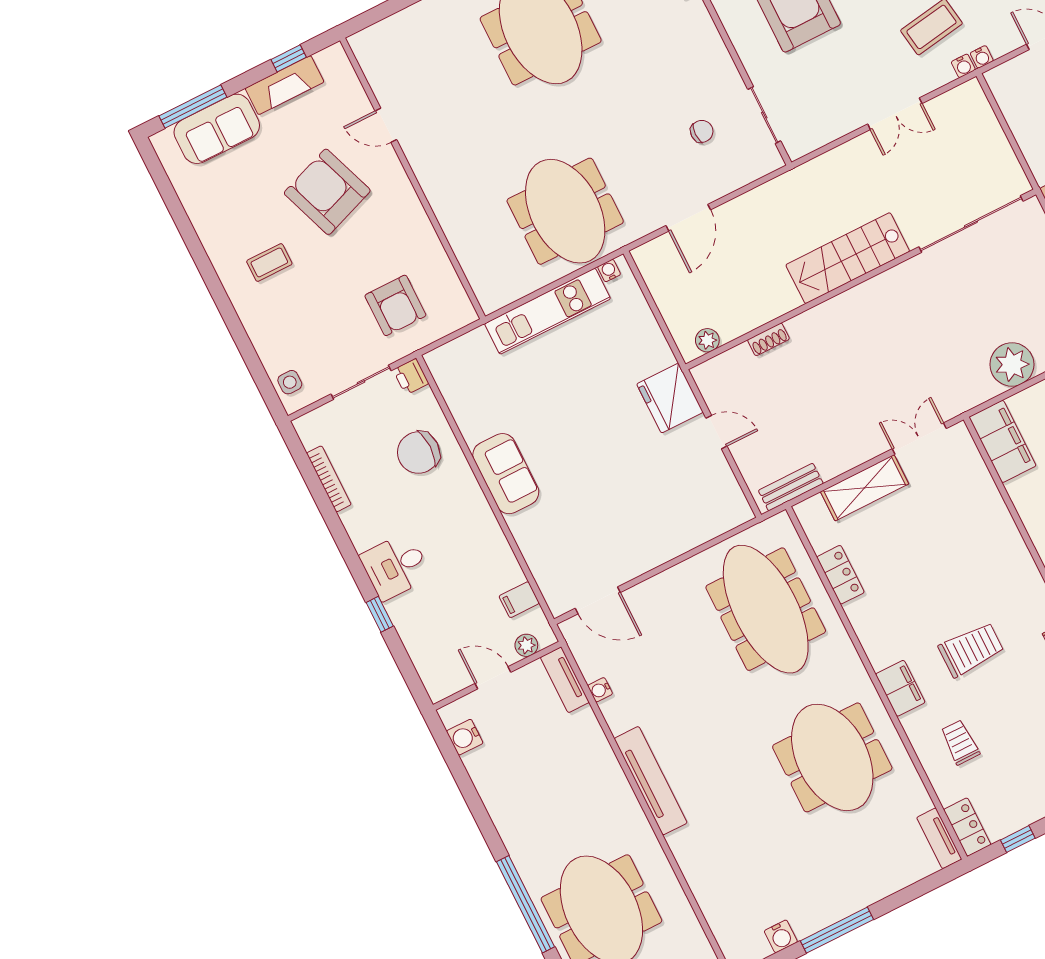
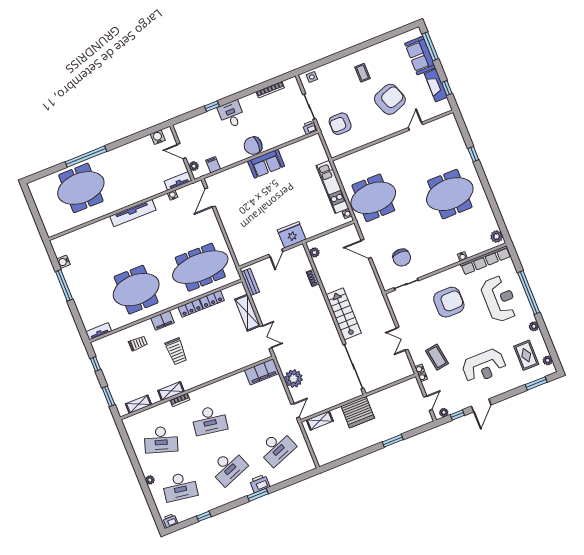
chair: (702, 131) -> (402, 258), width x1.87, depth x1.87
chair: (419, 452) -> (253, 146), moved, turned -90
door: (493, 678) -> (181, 151), swing flipped
locker: (967, 827) -> (190, 308), moved

